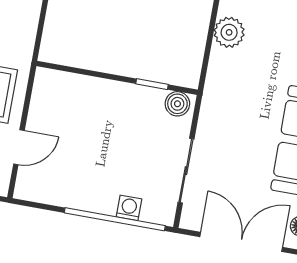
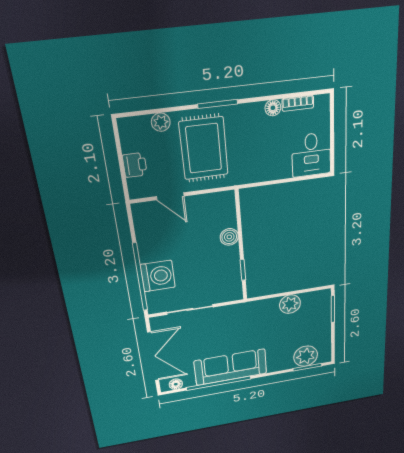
boiler: (177, 104) -> (229, 237), moved
washing machine: (129, 208) -> (158, 276), width x1.89, depth x1.89

